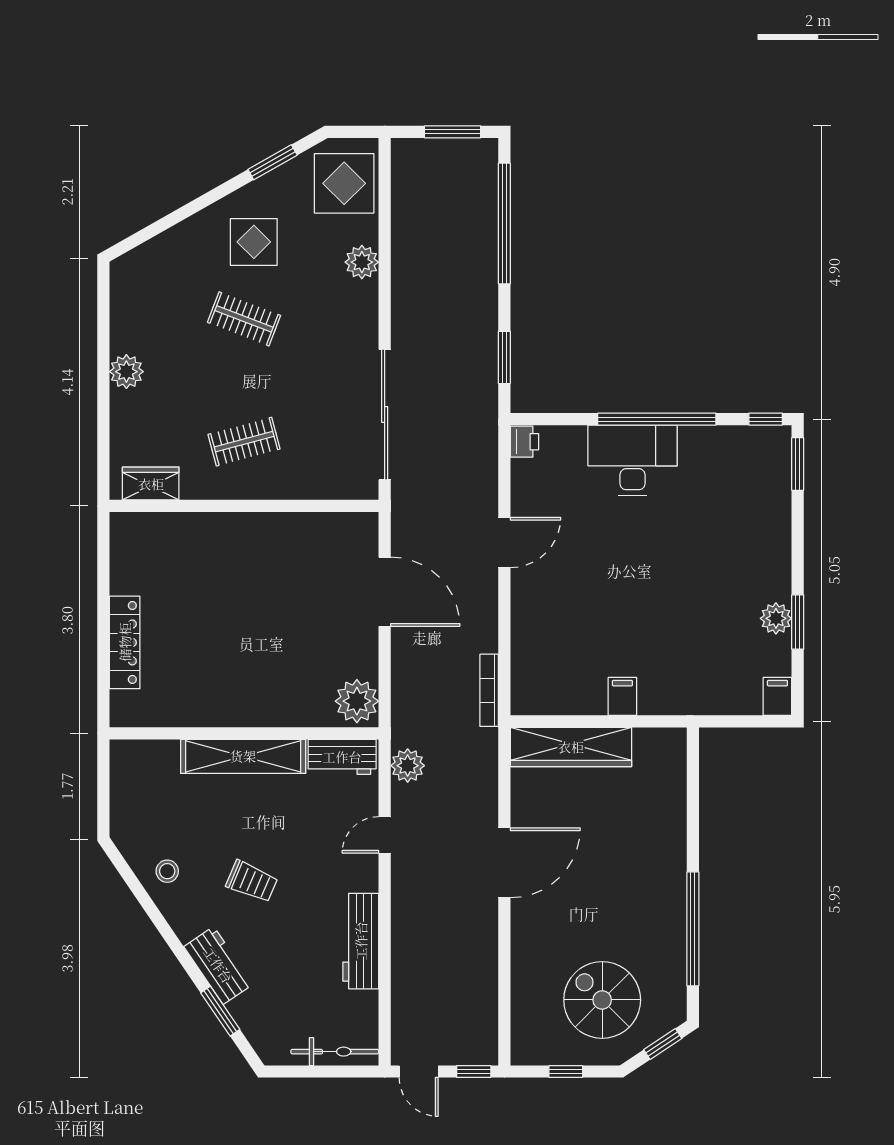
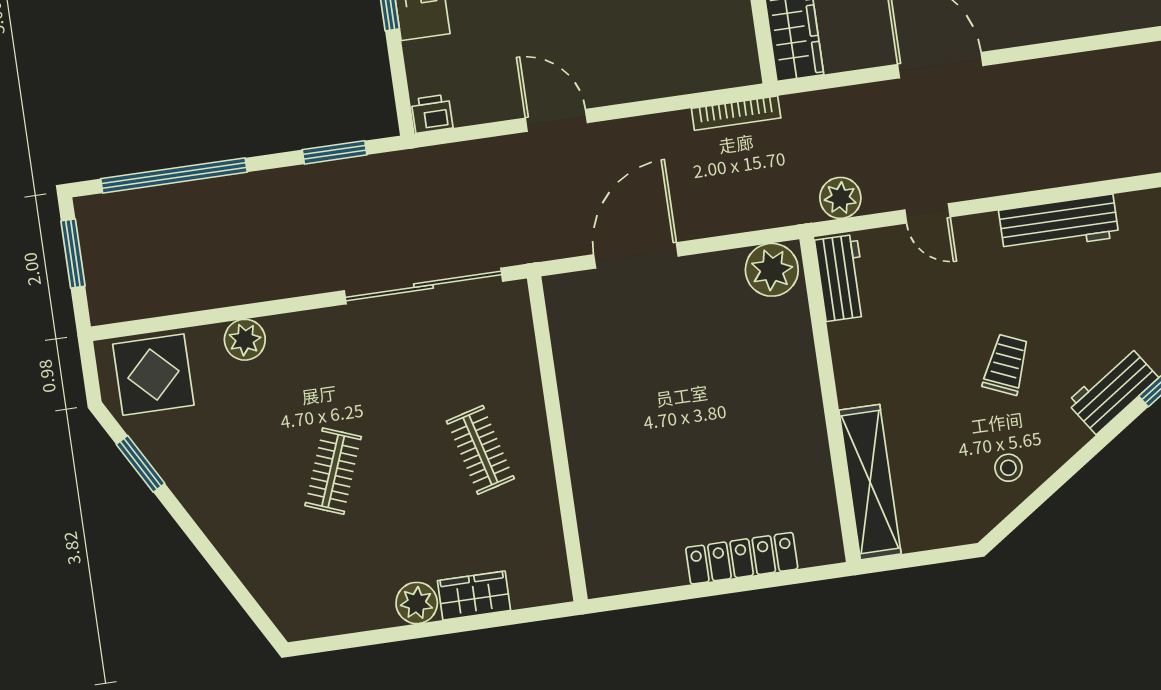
display table: (254, 242) -> (239, 473), removed
wardrobe: (151, 484) -> (474, 596), moved, turned 90
shelving: (243, 756) -> (870, 482), moved

